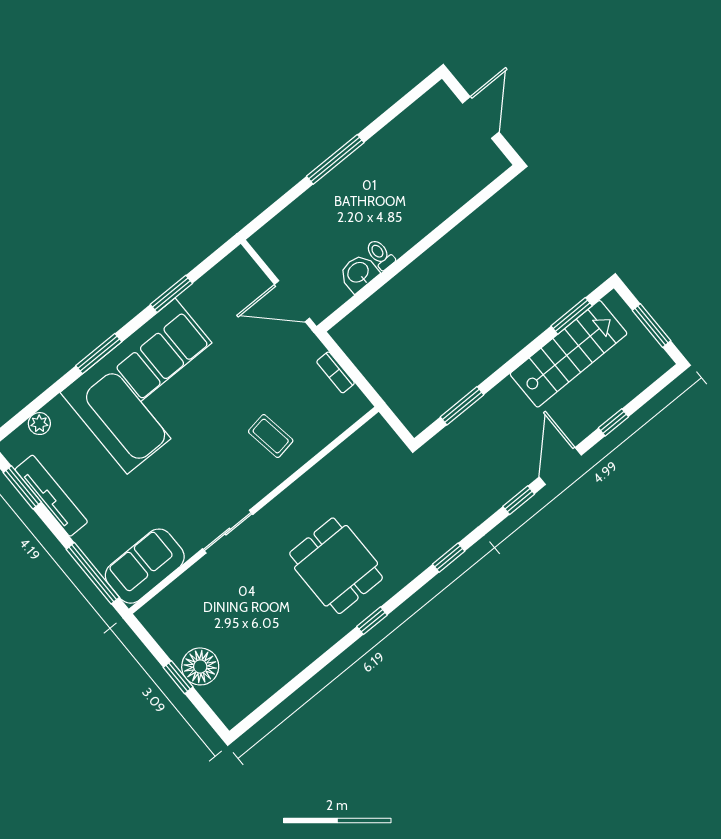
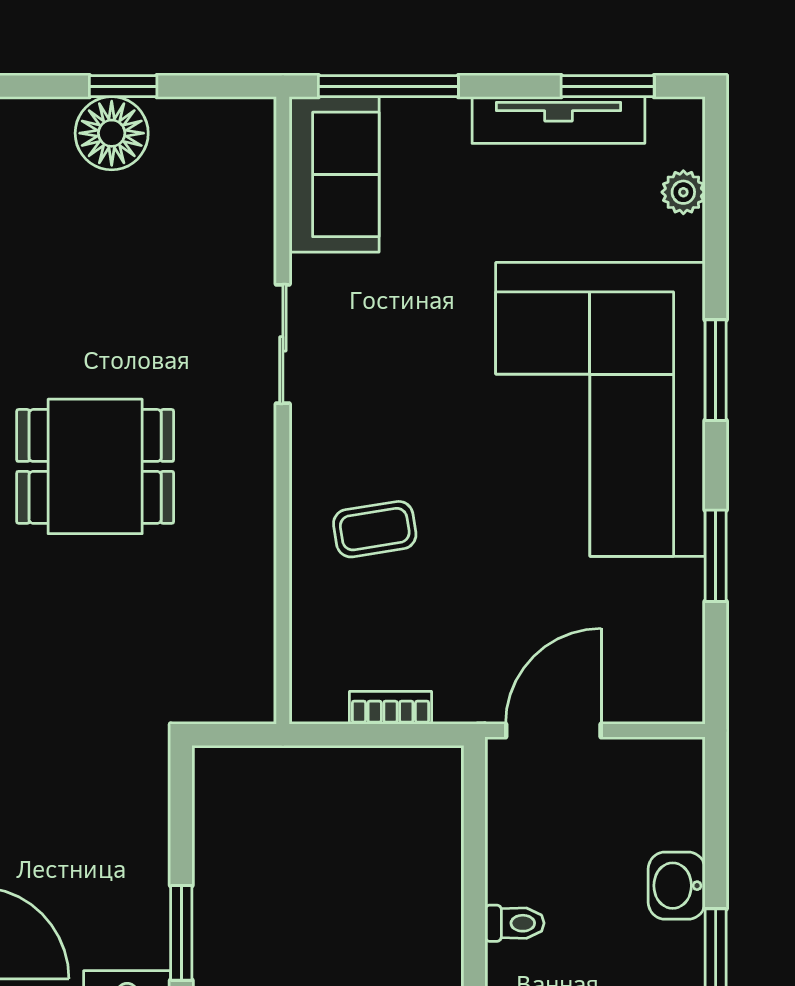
washbasin: (359, 273) -> (677, 886), moved, turned 180
window: (462, 406) -> (181, 933), moved

